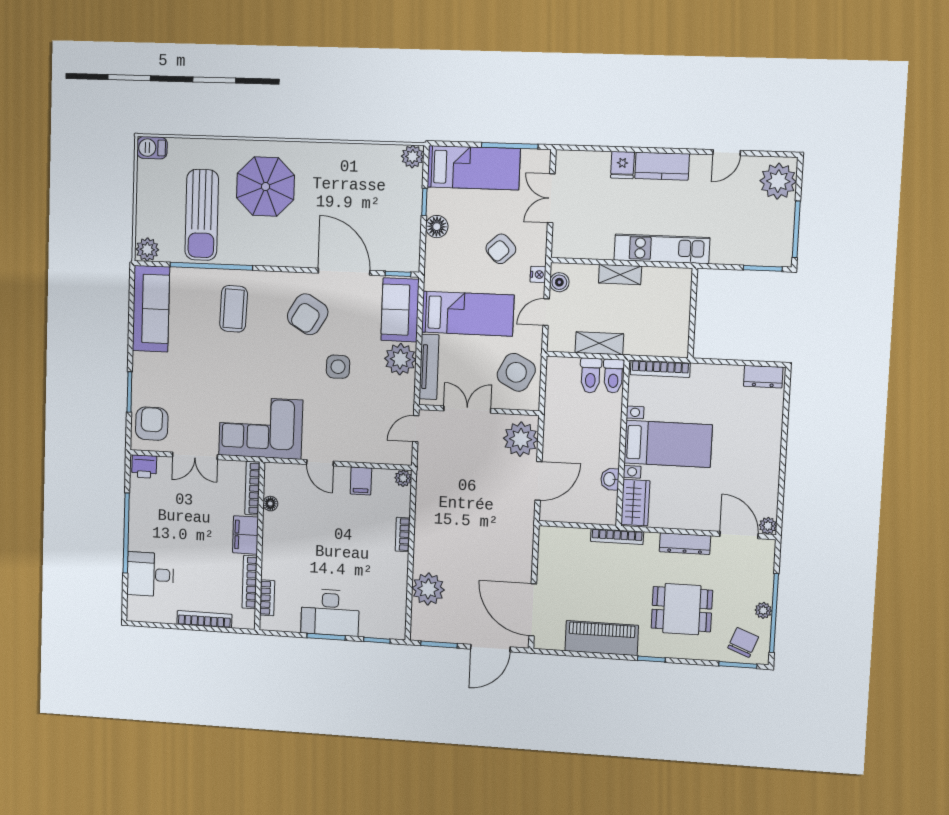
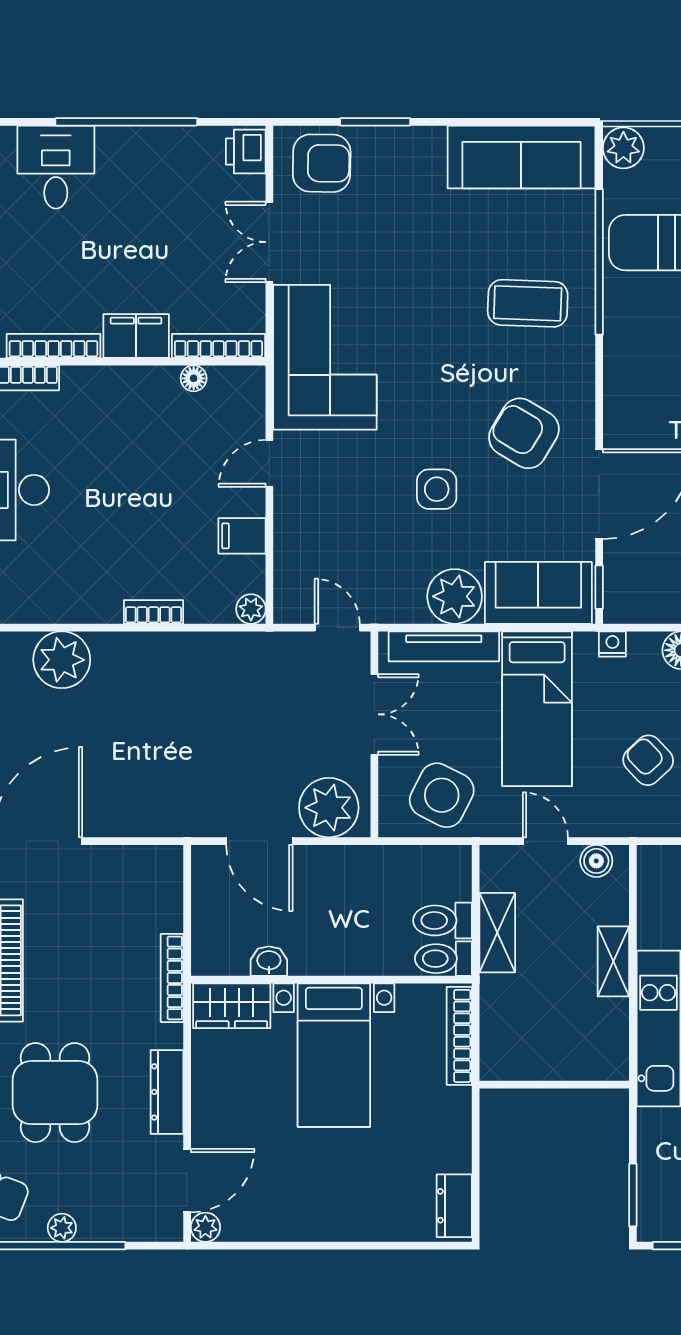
nightstand: (538, 275) -> (612, 644), moved, turned 180

